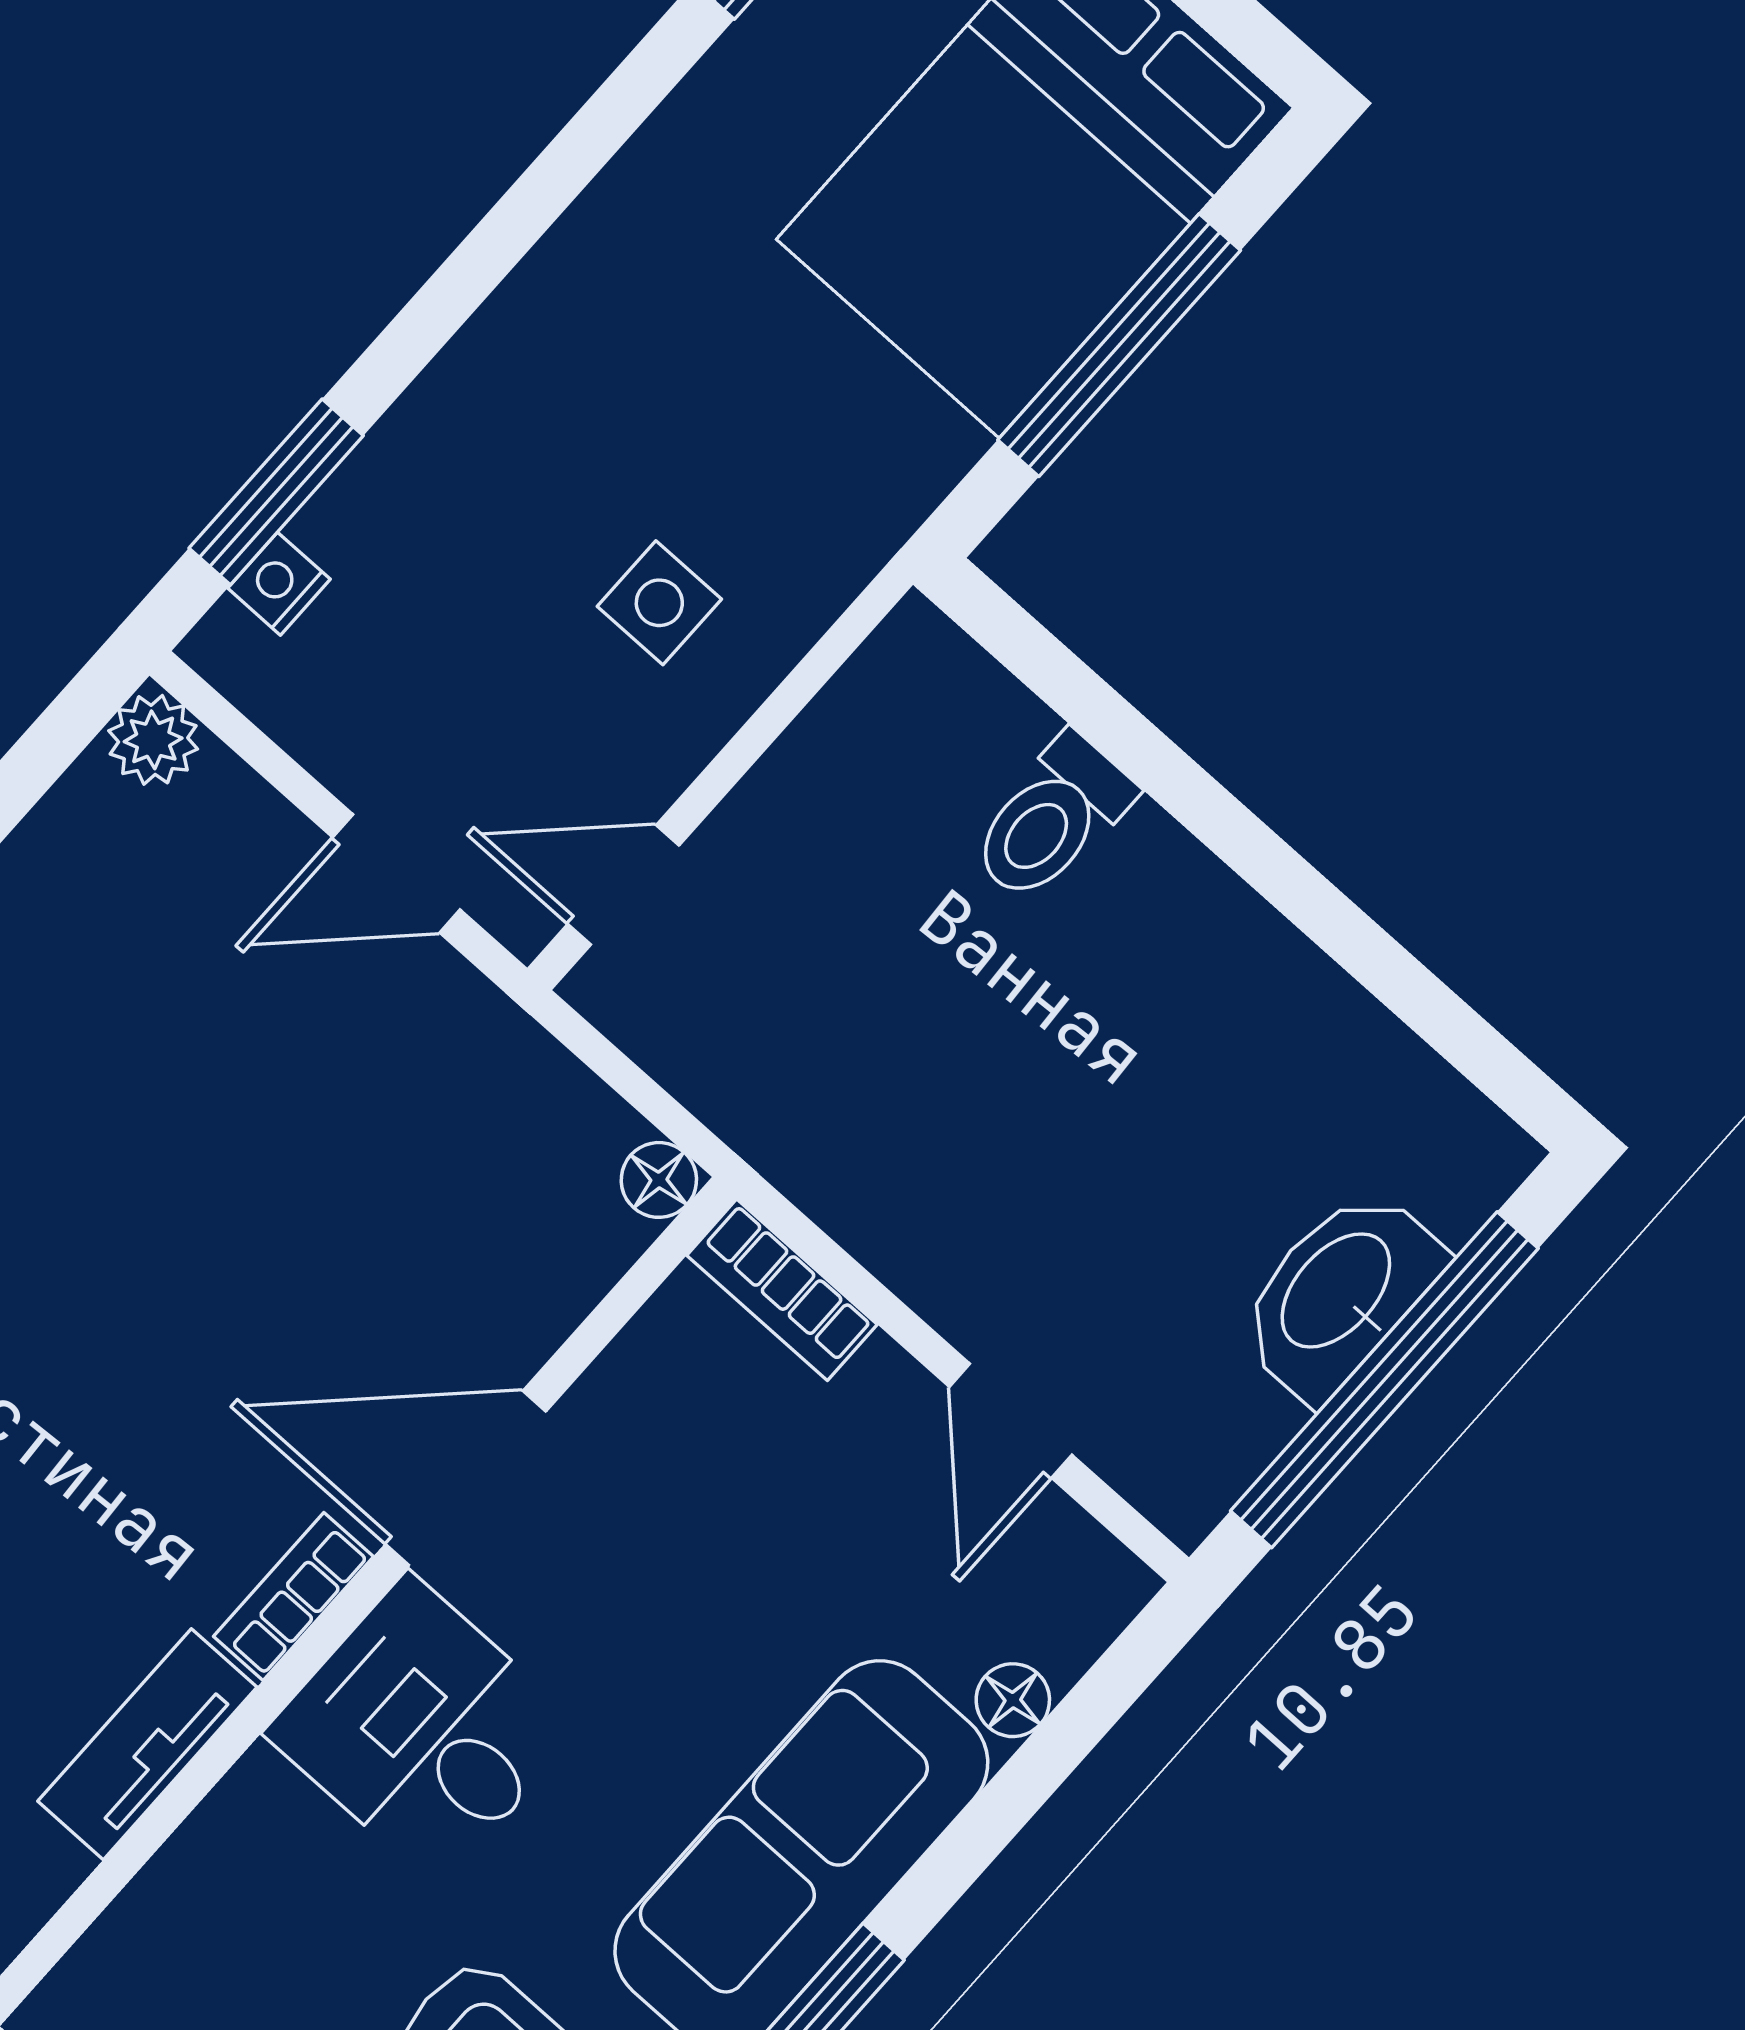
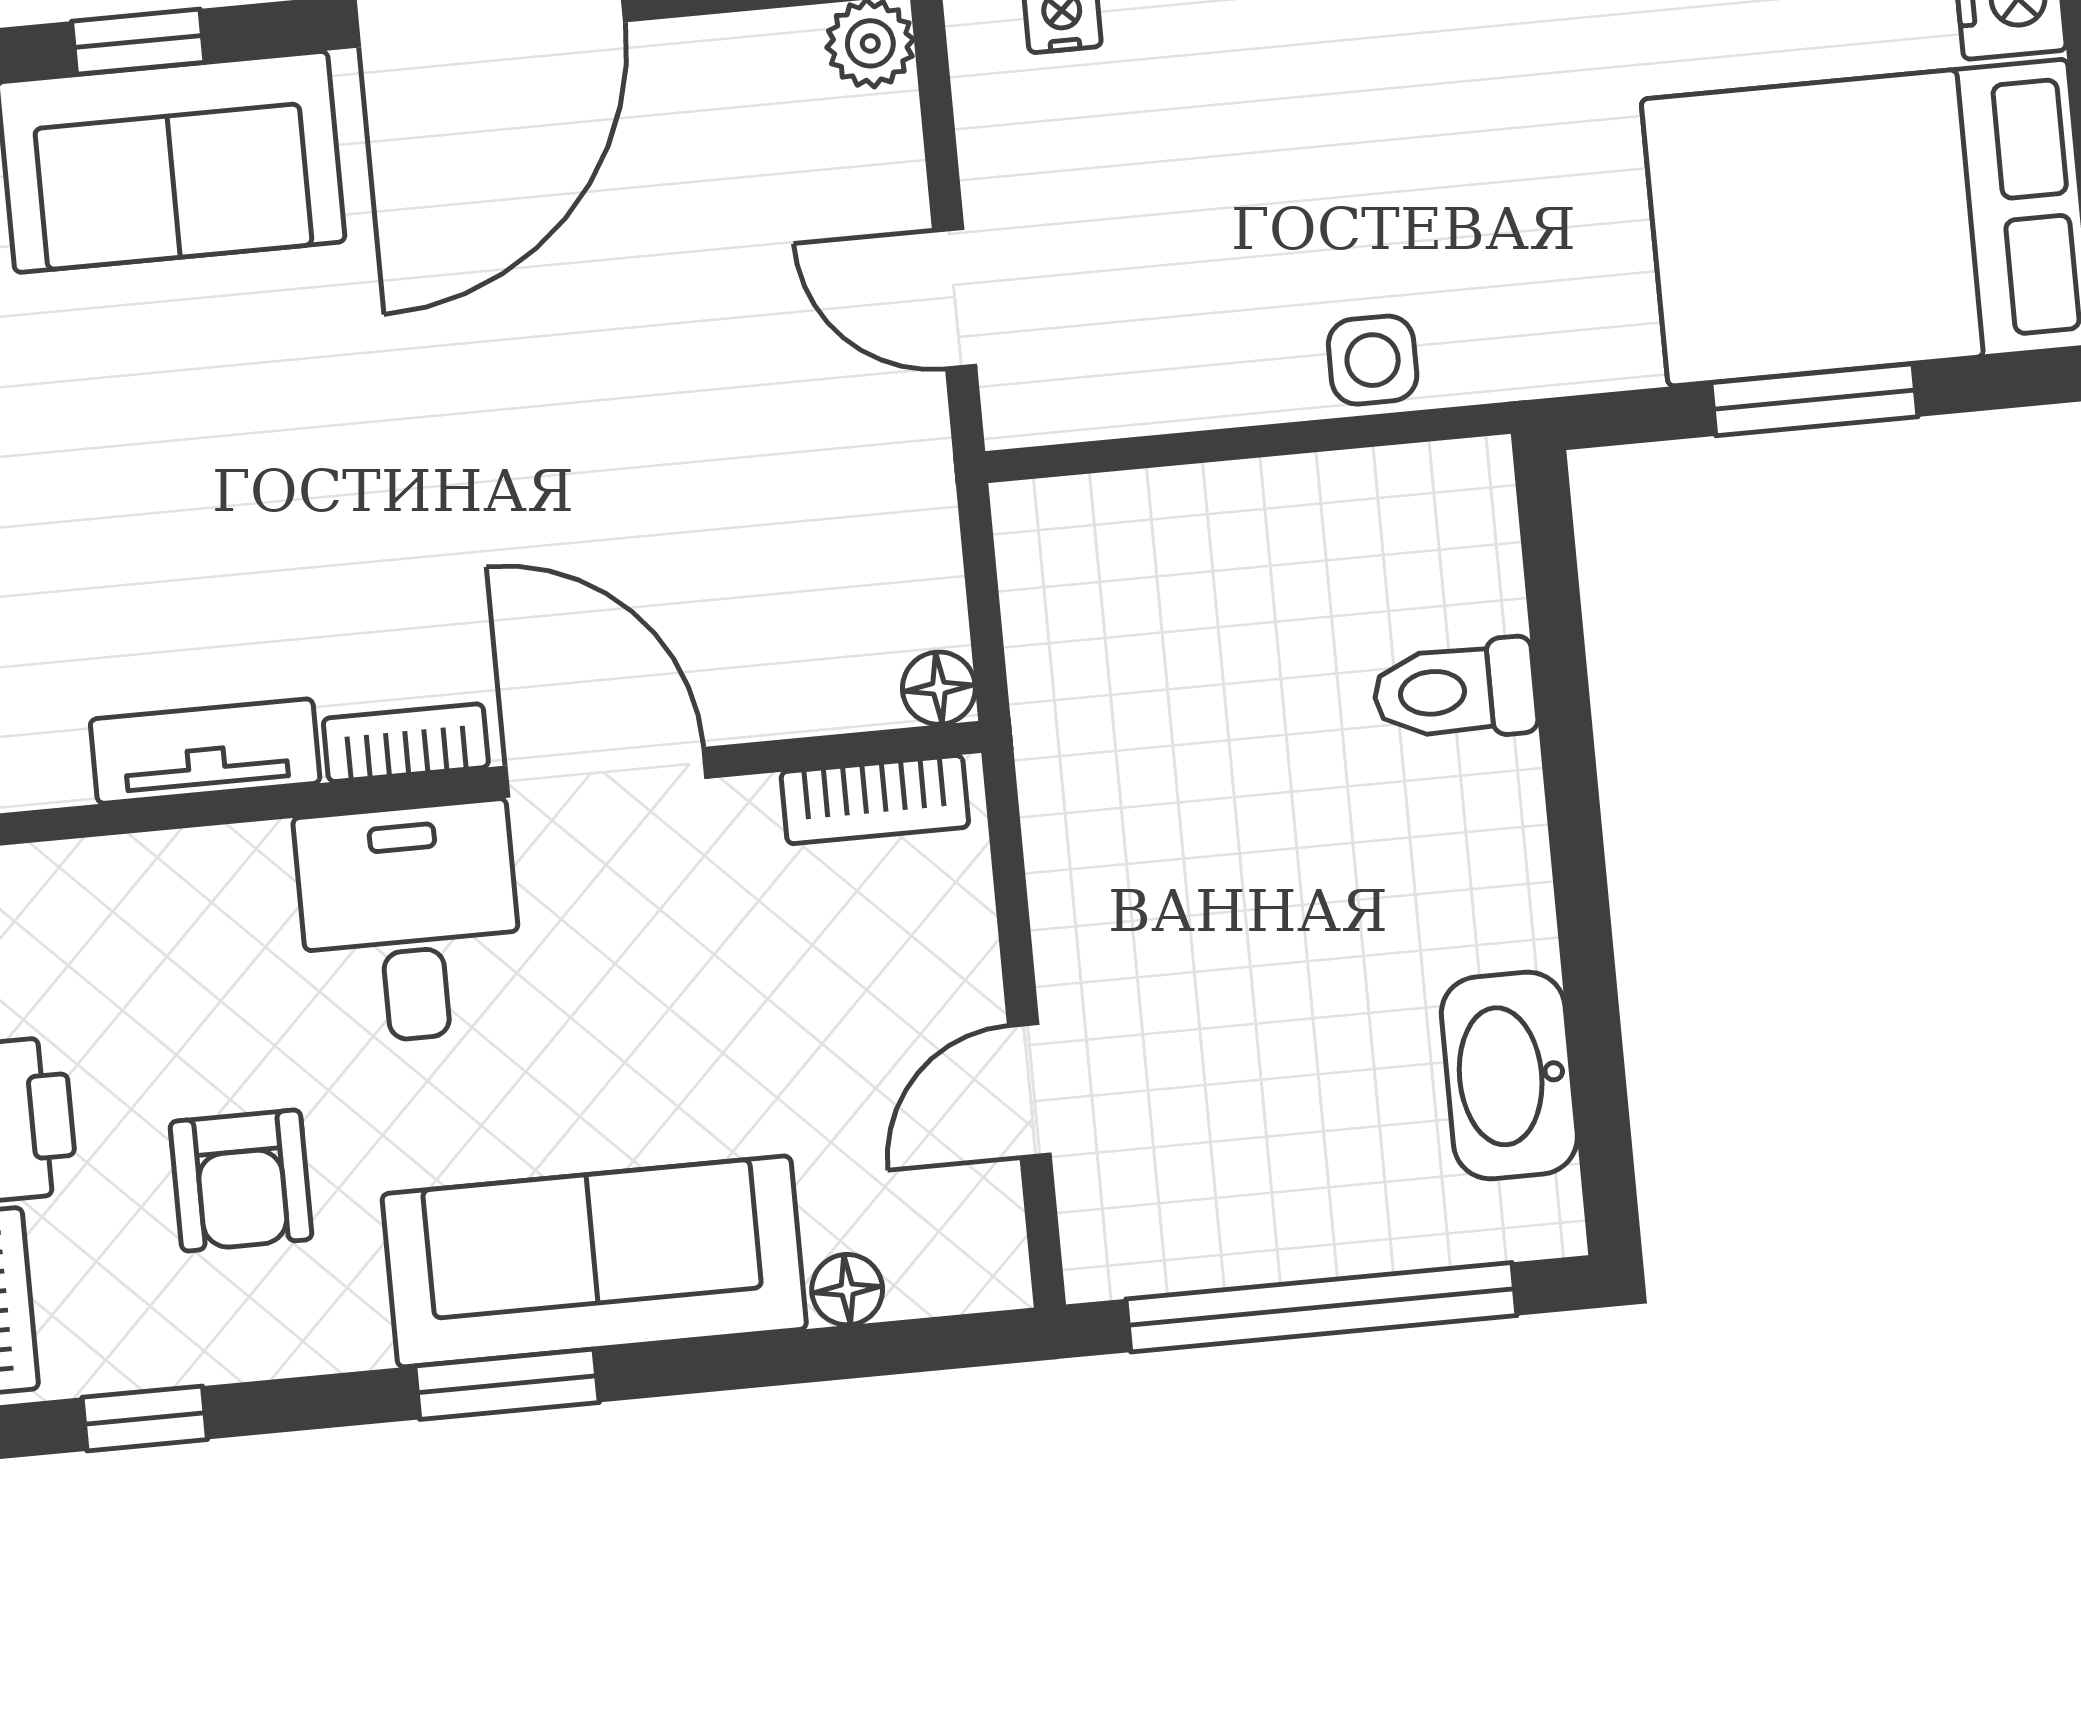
window: (1119, 345) -> (1814, 400), width x0.69
side table: (659, 603) -> (1373, 360), moved
door: (623, 885) -> (1108, 456), removed
bookcase: (782, 1290) -> (875, 800), moved, turned -90
washbasin: (1339, 1293) -> (1509, 1076), moved, turned -90

